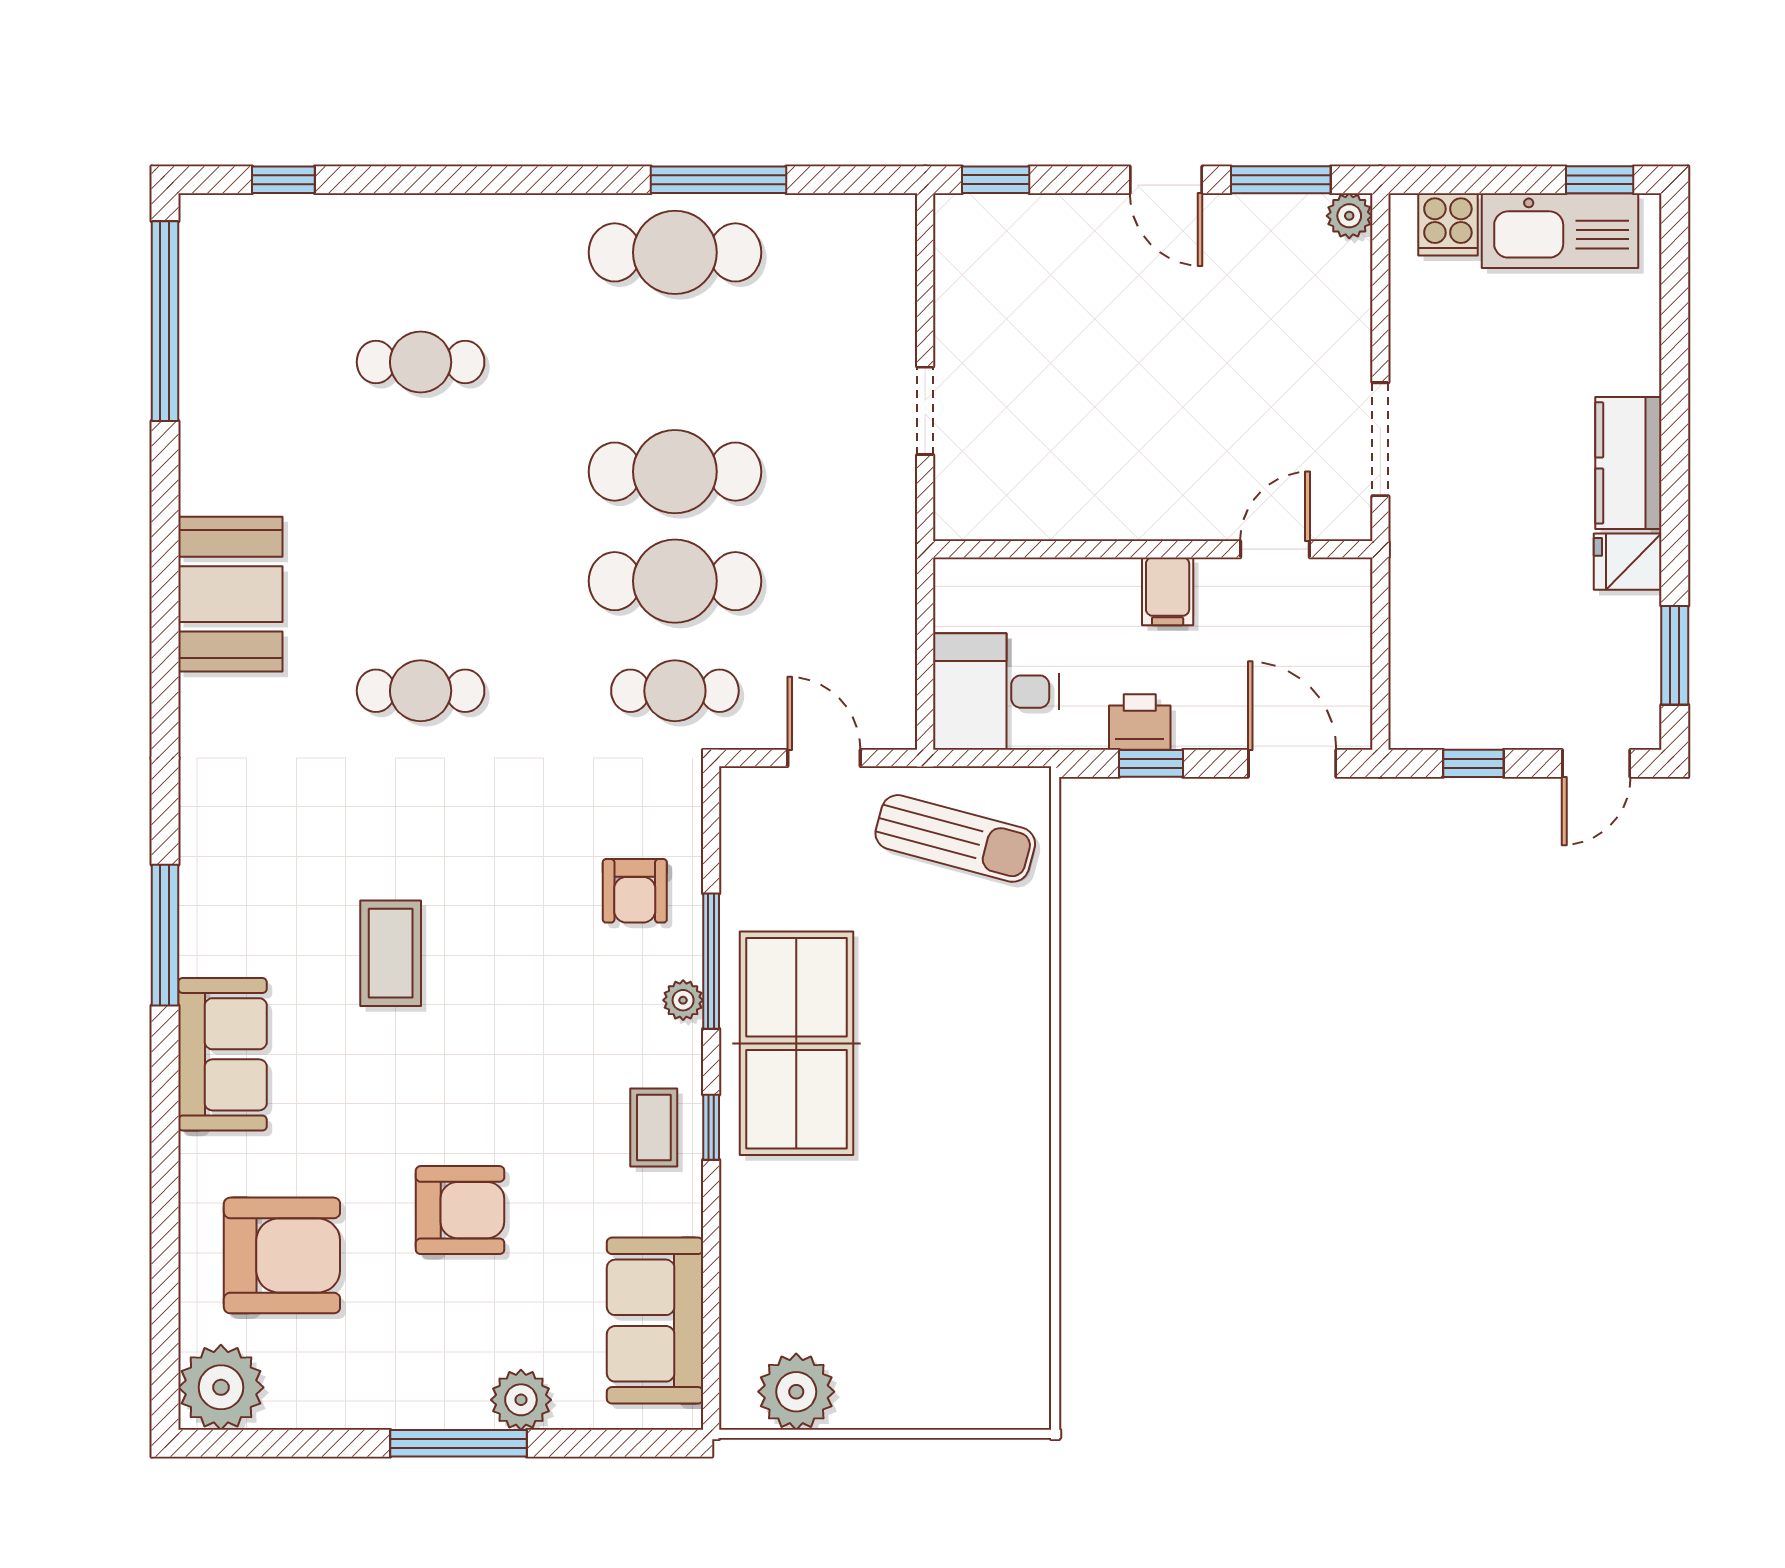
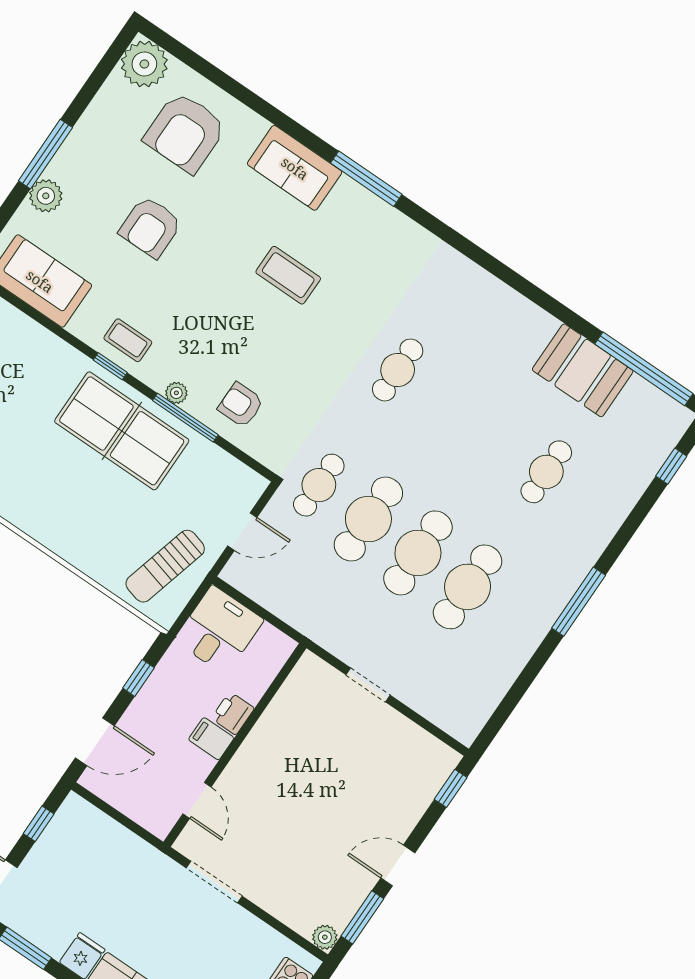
window: (718, 180) -> (579, 602), moved
cafe table: (675, 252) -> (468, 587), moved
booth: (230, 594) -> (583, 370), moved
printer: (1140, 722) -> (233, 713), moved, turned 180

